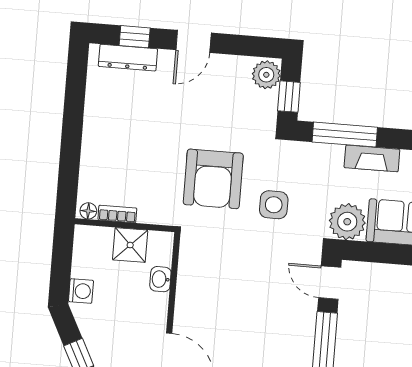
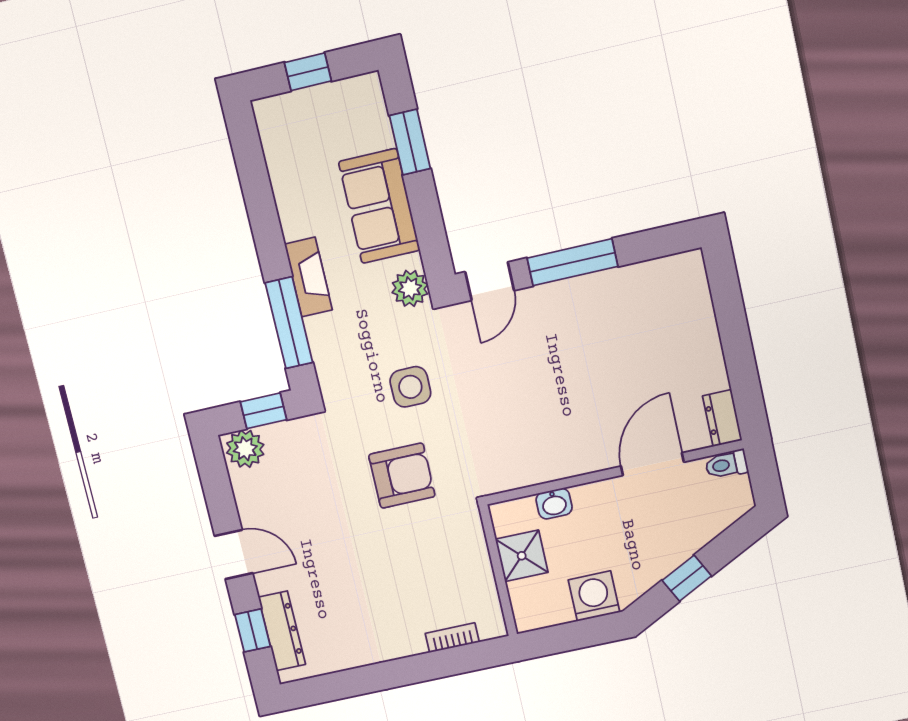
armchair: (213, 179) -> (402, 476), width x0.73, depth x0.73
floor lamp: (88, 211) -> (494, 622), removed
bookcase: (117, 214) -> (452, 638), moved, turned 90
plant: (347, 222) -> (410, 288), width x0.73, depth x0.73
washing machine: (81, 291) -> (594, 596), width x1.38, depth x1.38

